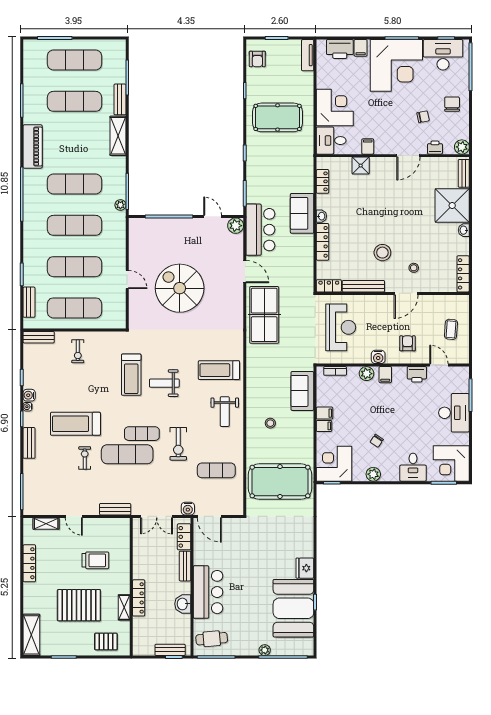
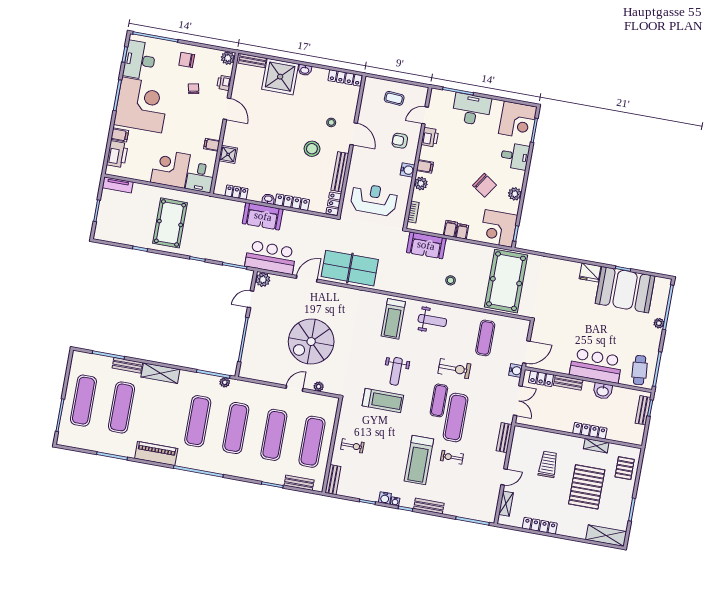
armchair: (257, 59) -> (113, 232), removed
plant: (134, 305) -> (319, 387), added
chair: (377, 441) -> (485, 185), width x1.87, depth x1.87

